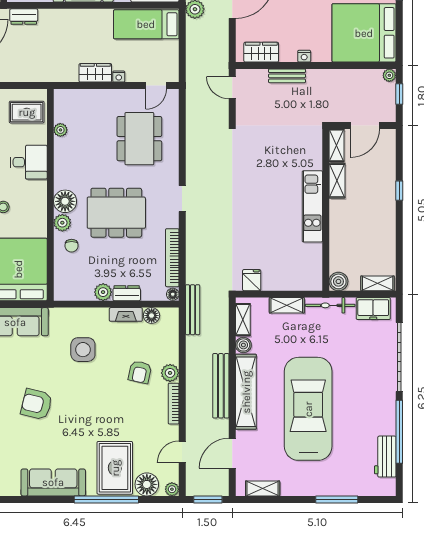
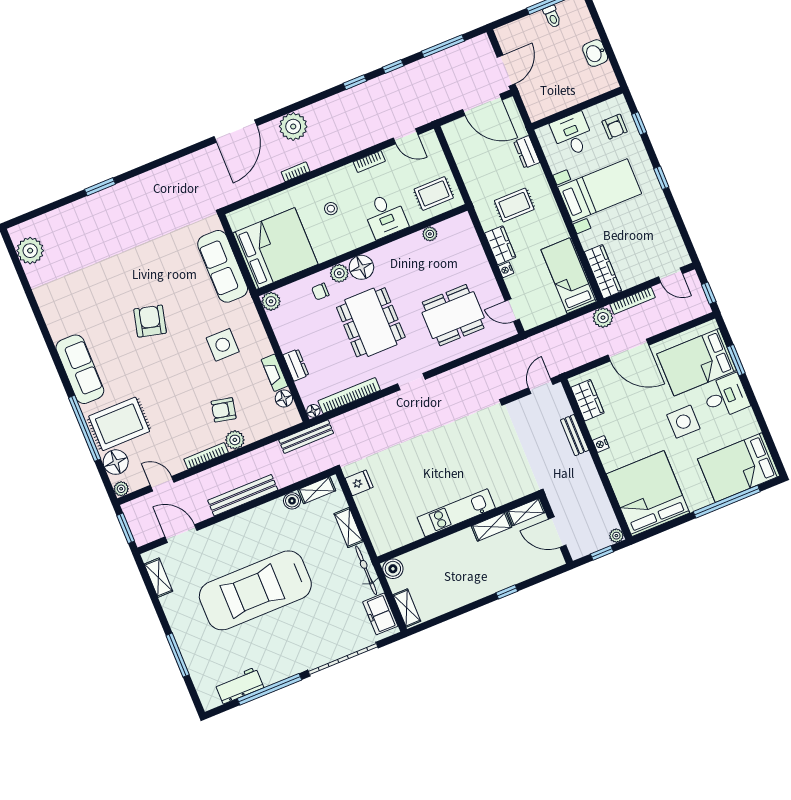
rug: (65, 46) -> (514, 205), added
rug: (27, 112) -> (434, 193), turned 90
plant: (103, 292) -> (271, 301), moved
shelving: (246, 392) -> (247, 522), removed
car: (308, 409) -> (255, 590), turned 180

